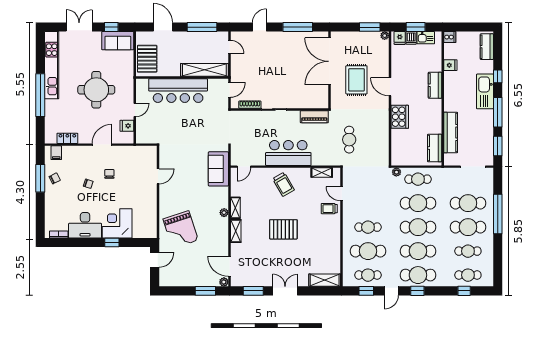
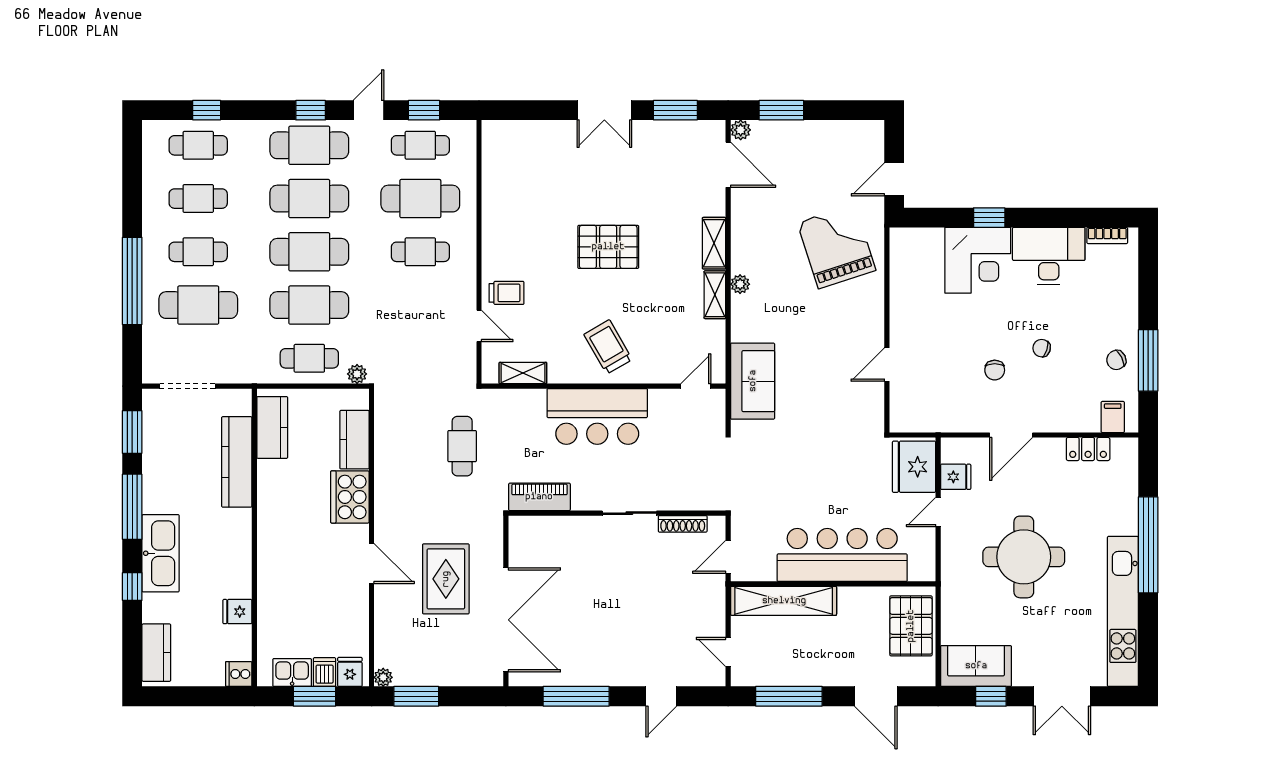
kitchen counter: (435, 85) -> (354, 440), moved, turned 180
fridge: (146, 130) -> (914, 467), added
cafe table: (468, 227) -> (198, 252), width x0.73, depth x0.74
shelving: (325, 280) -> (516, 134), removed

